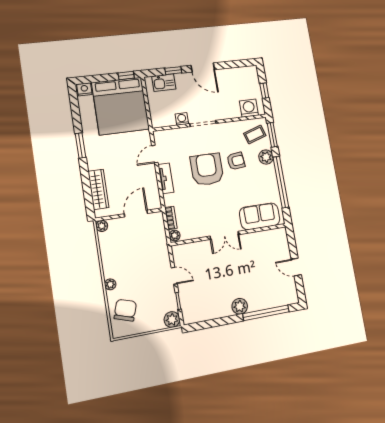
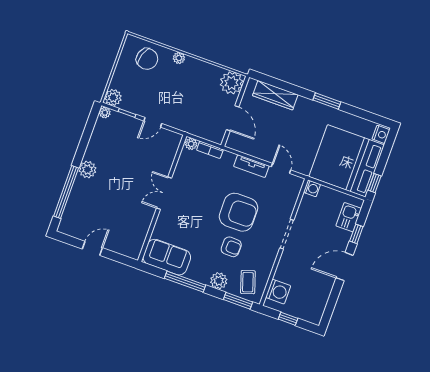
washing machine: (182, 119) -> (312, 188), moved
armchair: (236, 161) -> (231, 247), turned -83
window: (281, 182) -> (185, 282), width x0.68
sofa: (260, 216) -> (167, 257), moved, turned -90
plant: (102, 226) -> (231, 83), width x1.88, depth x1.88
plant: (188, 319) -> (105, 113), added

